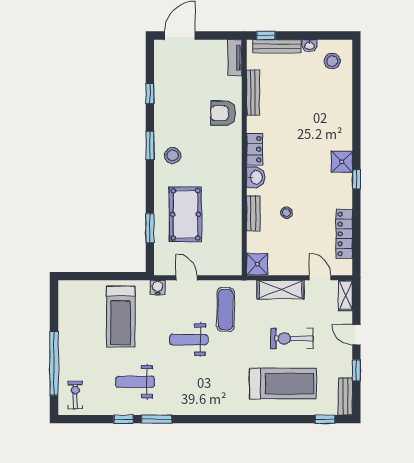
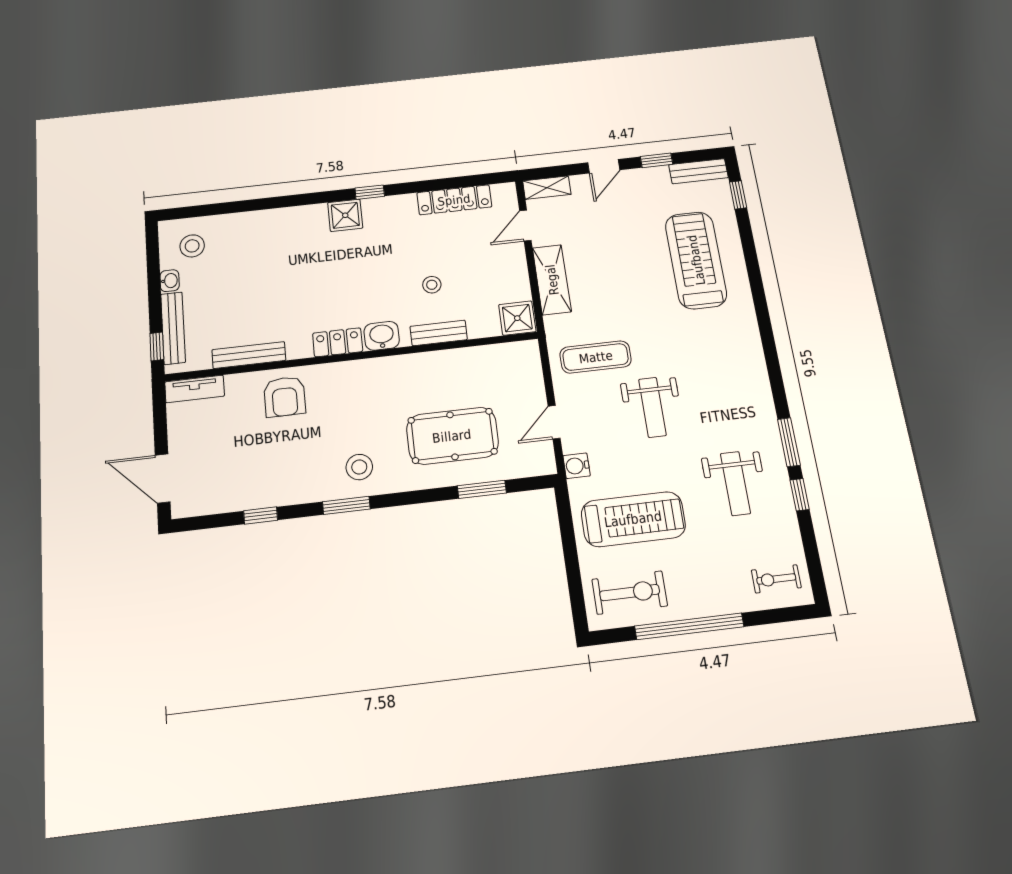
exercise bike: (292, 338) -> (630, 593), moved, turned -90
window: (54, 363) -> (689, 626), moved

